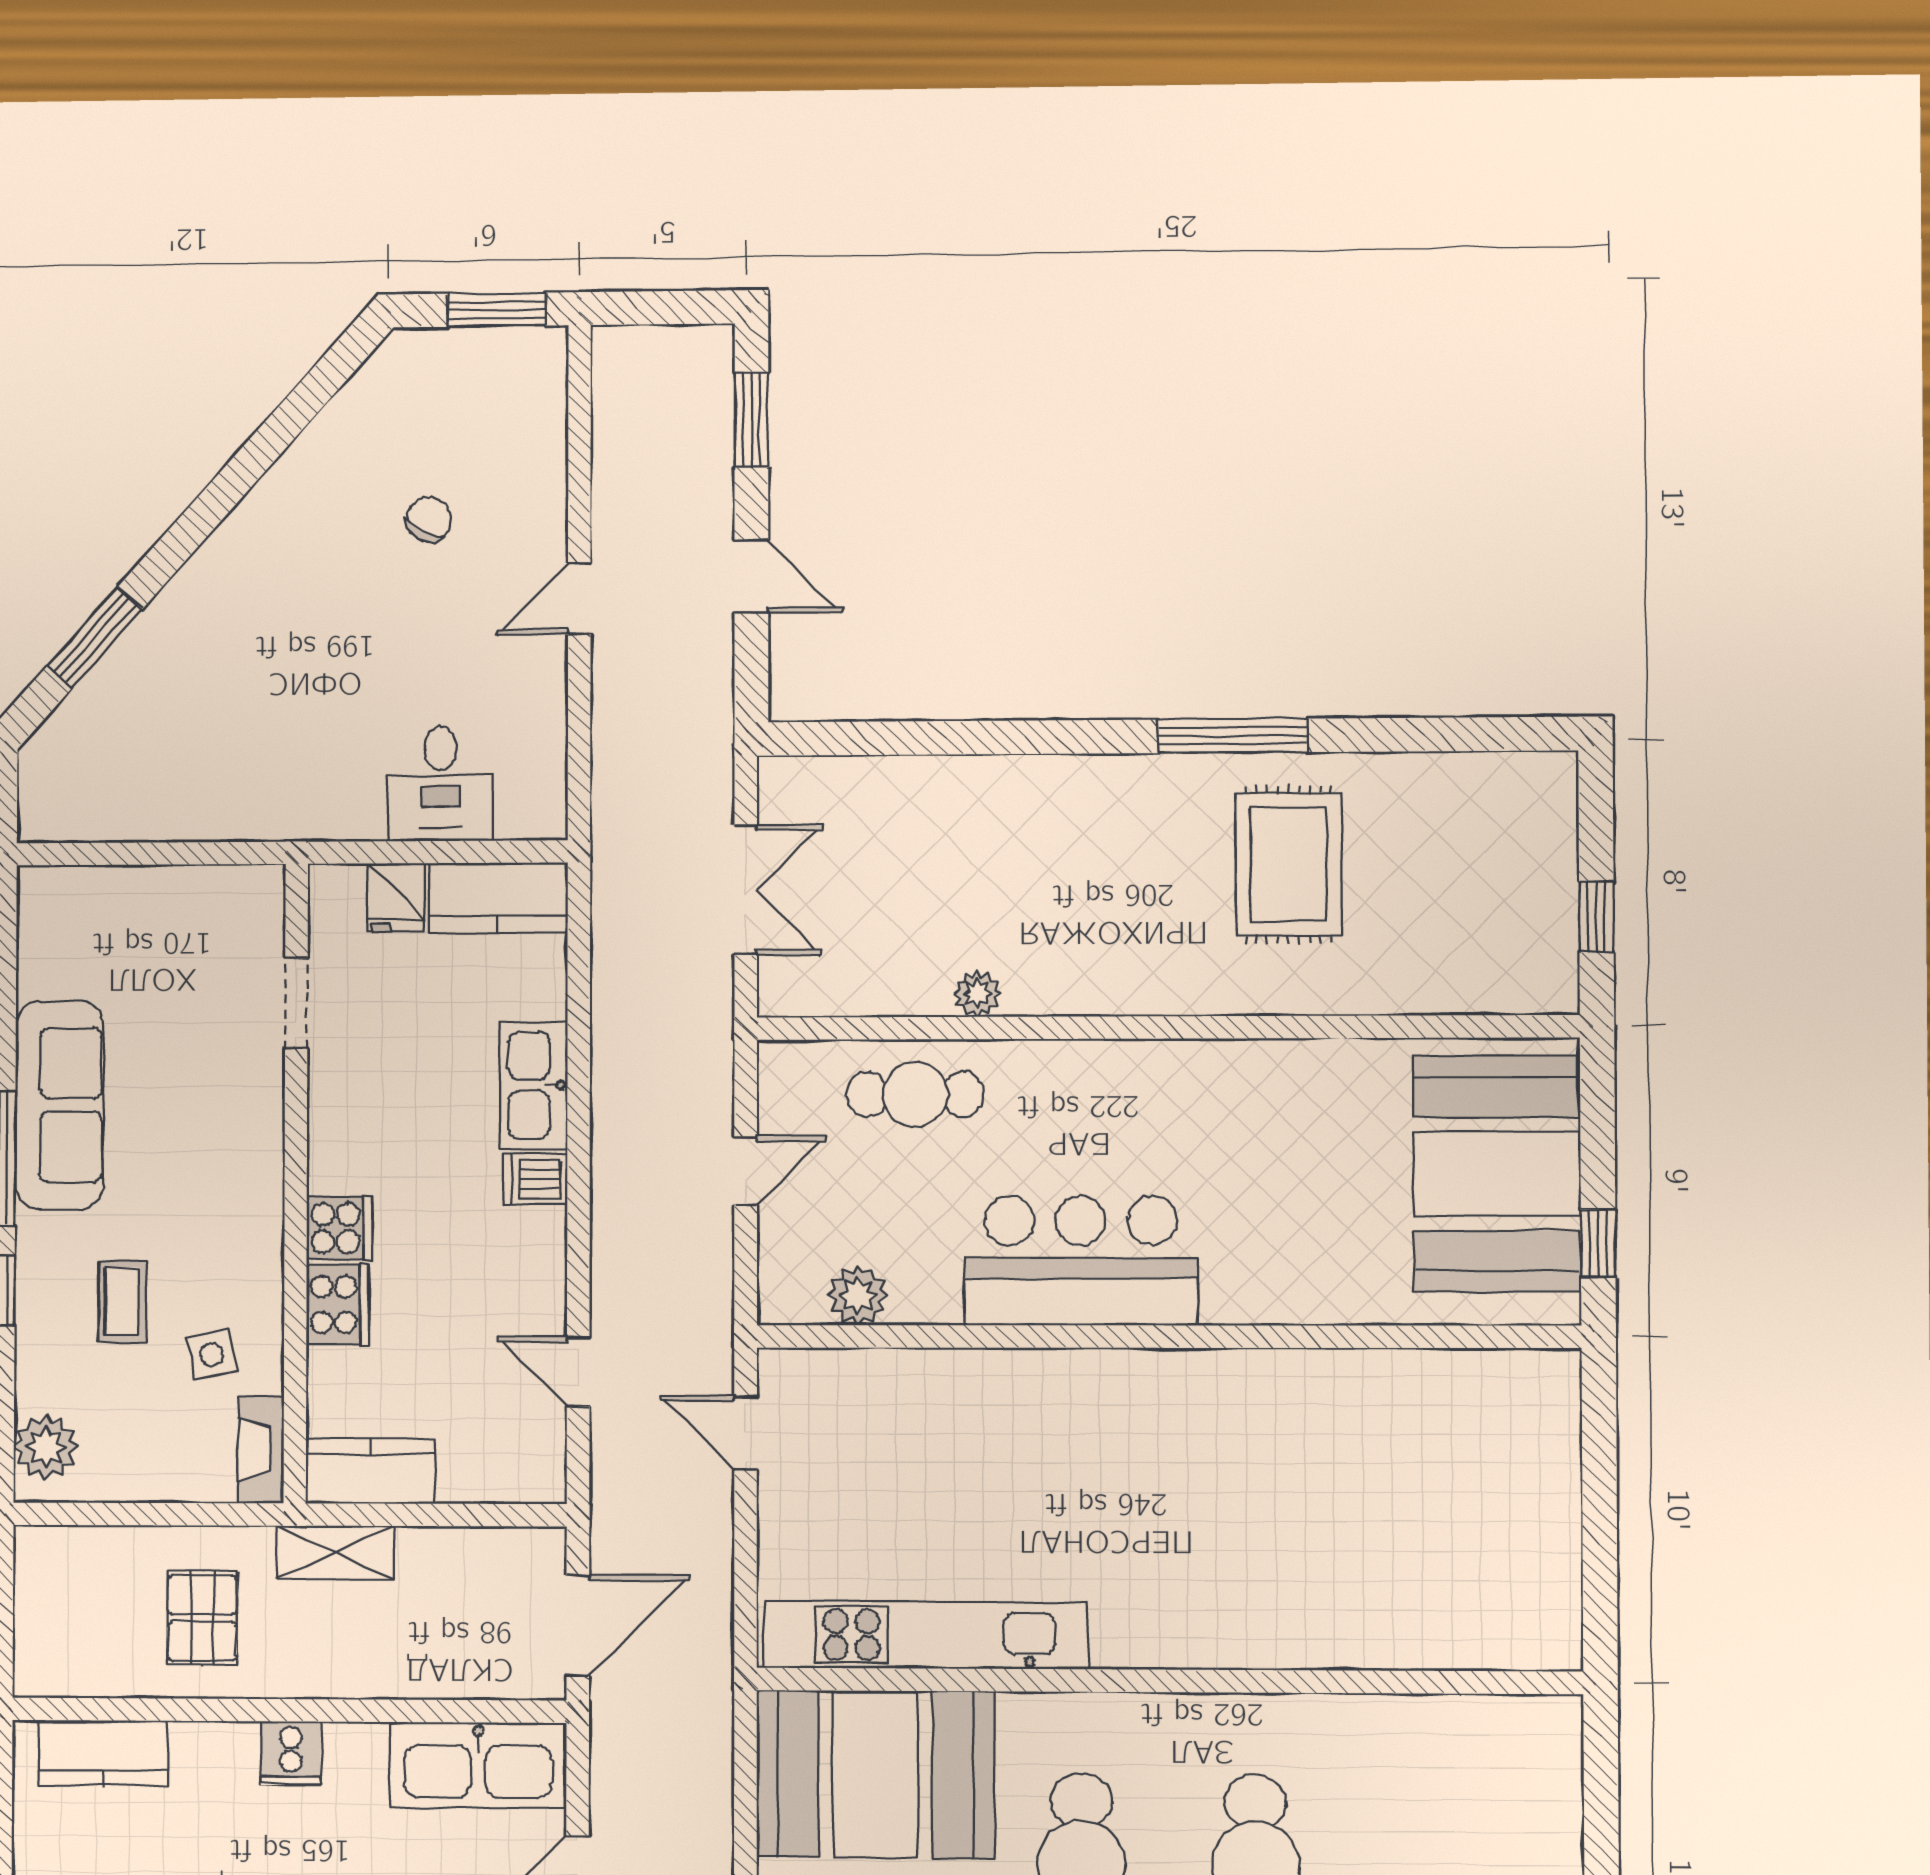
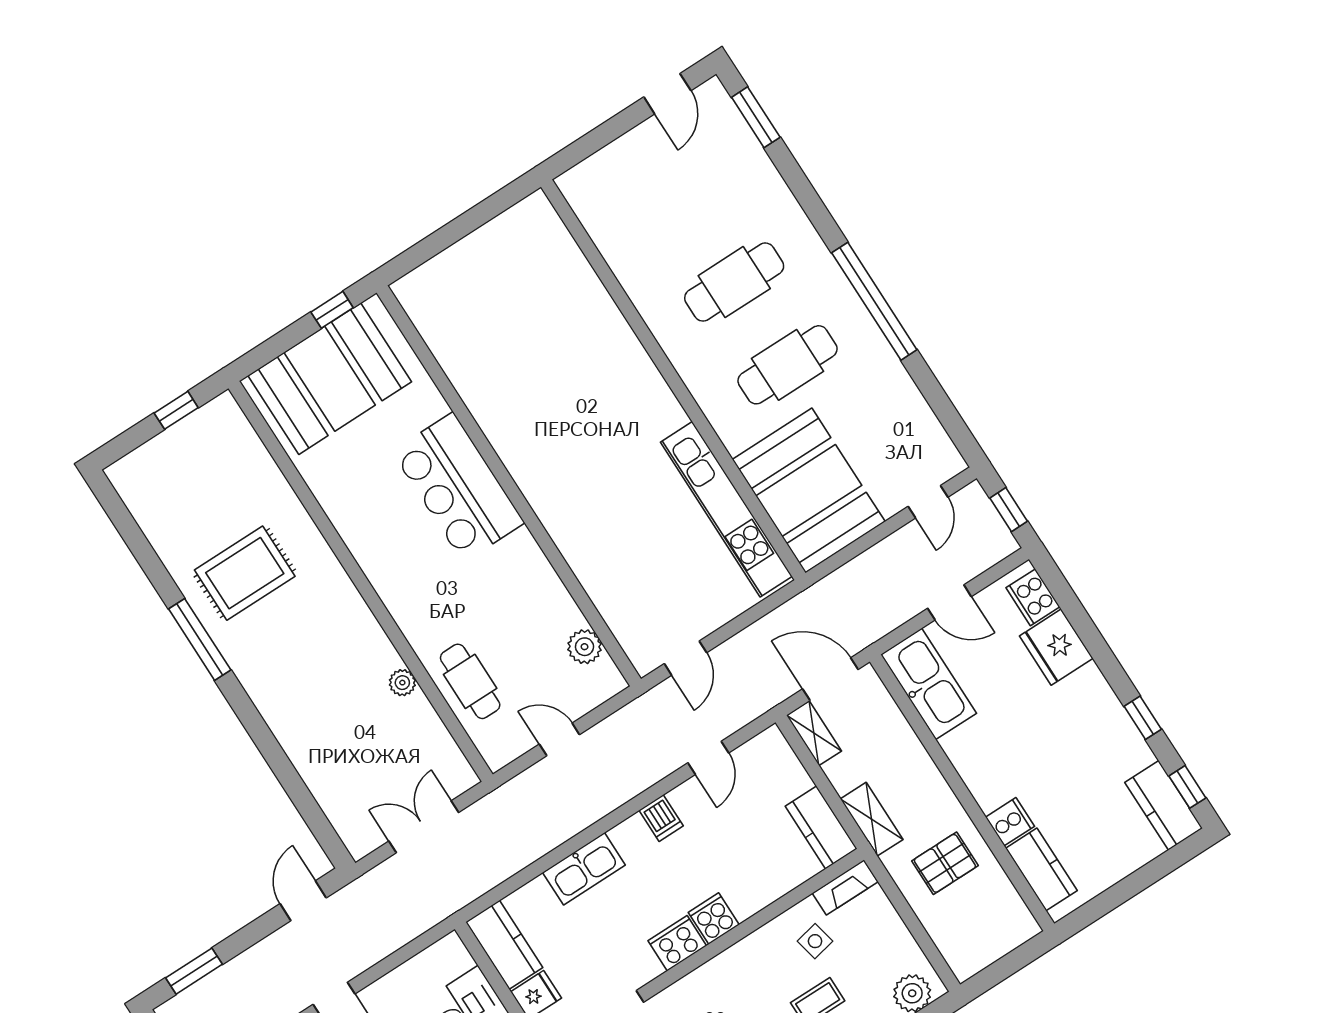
door: (751, 576) -> (303, 901), moved
dishwasher: (535, 1179) -> (661, 818), moved
bar counter: (1081, 1261) -> (458, 487), moved
cooker: (338, 1305) -> (677, 943), moved
shelving: (515, 1550) -> (814, 733), added
cooker: (291, 1753) -> (1010, 822), moved

